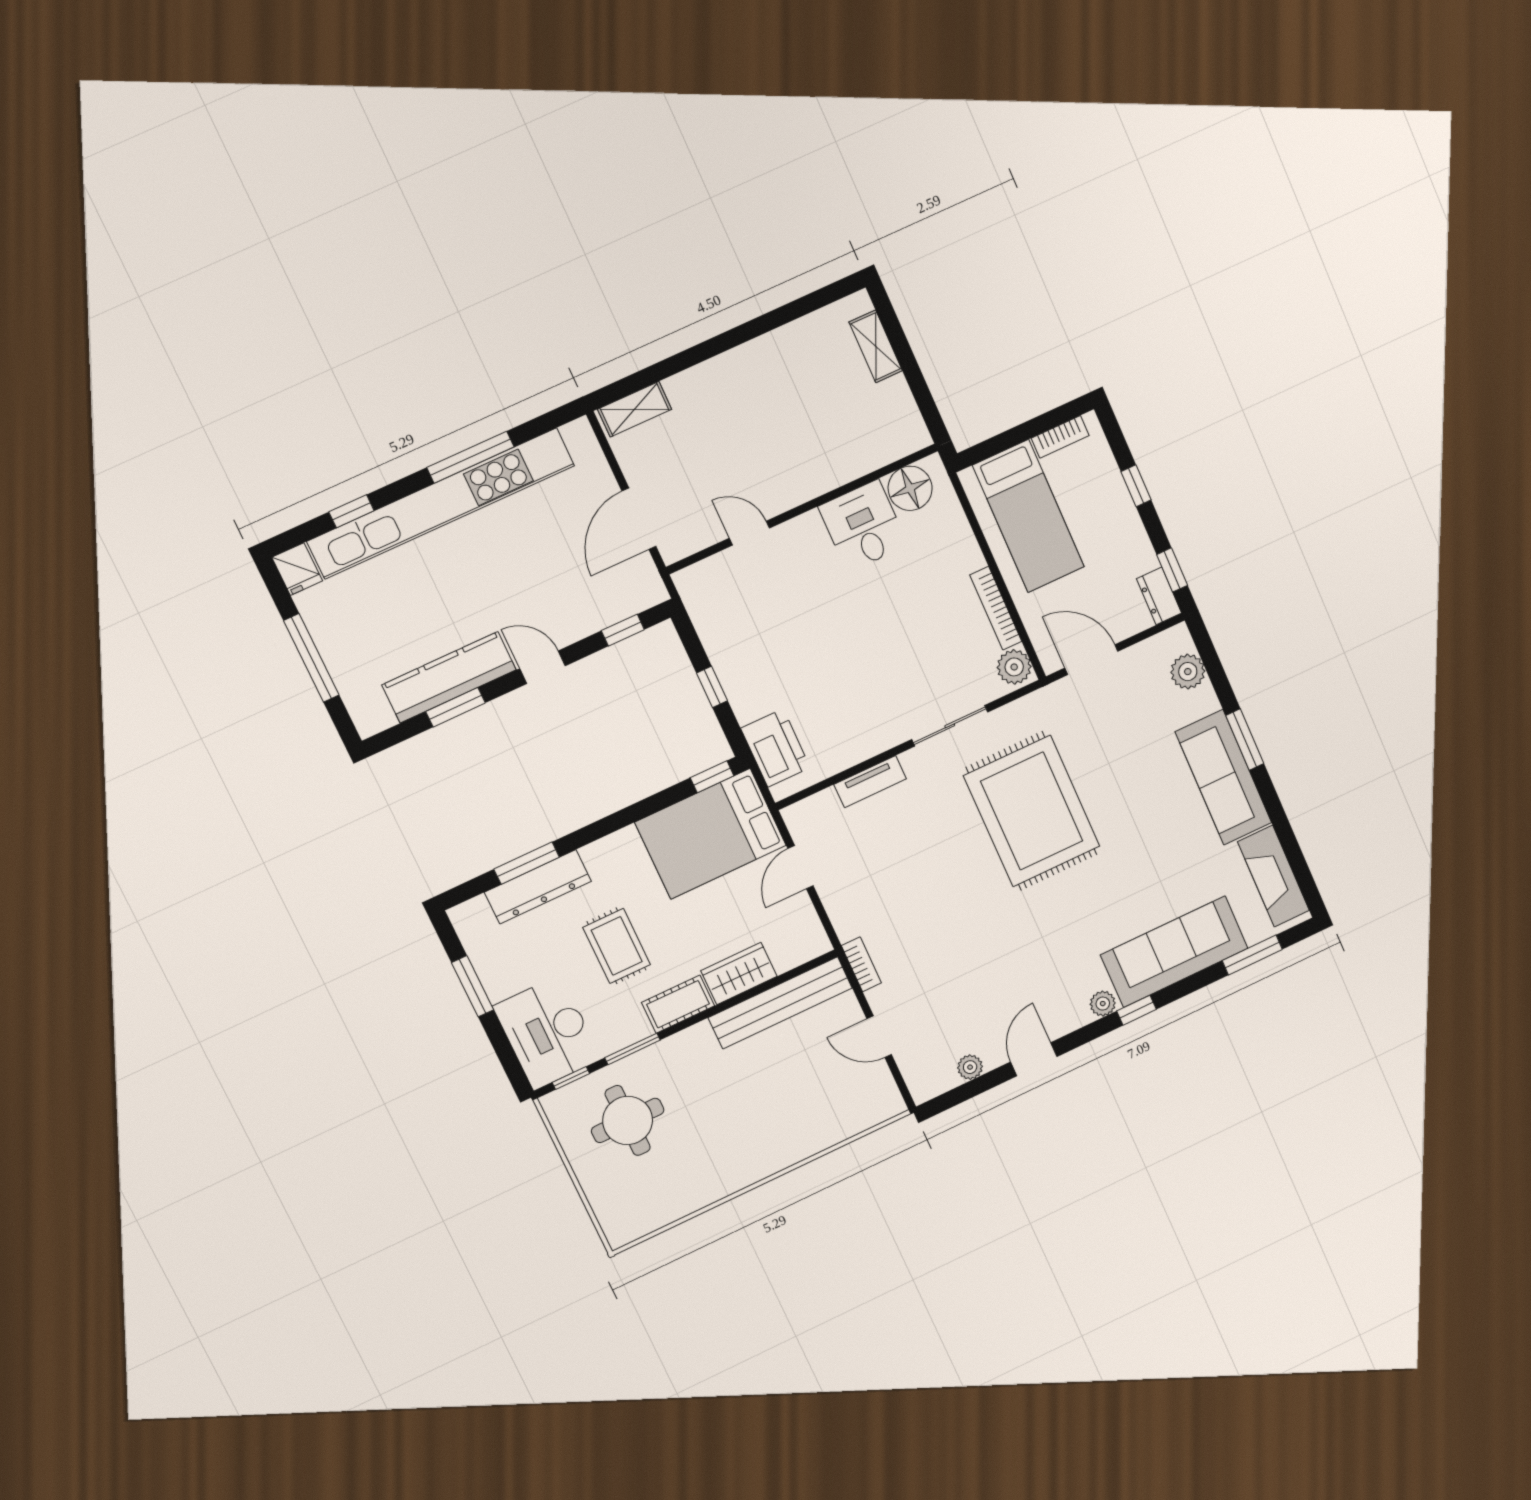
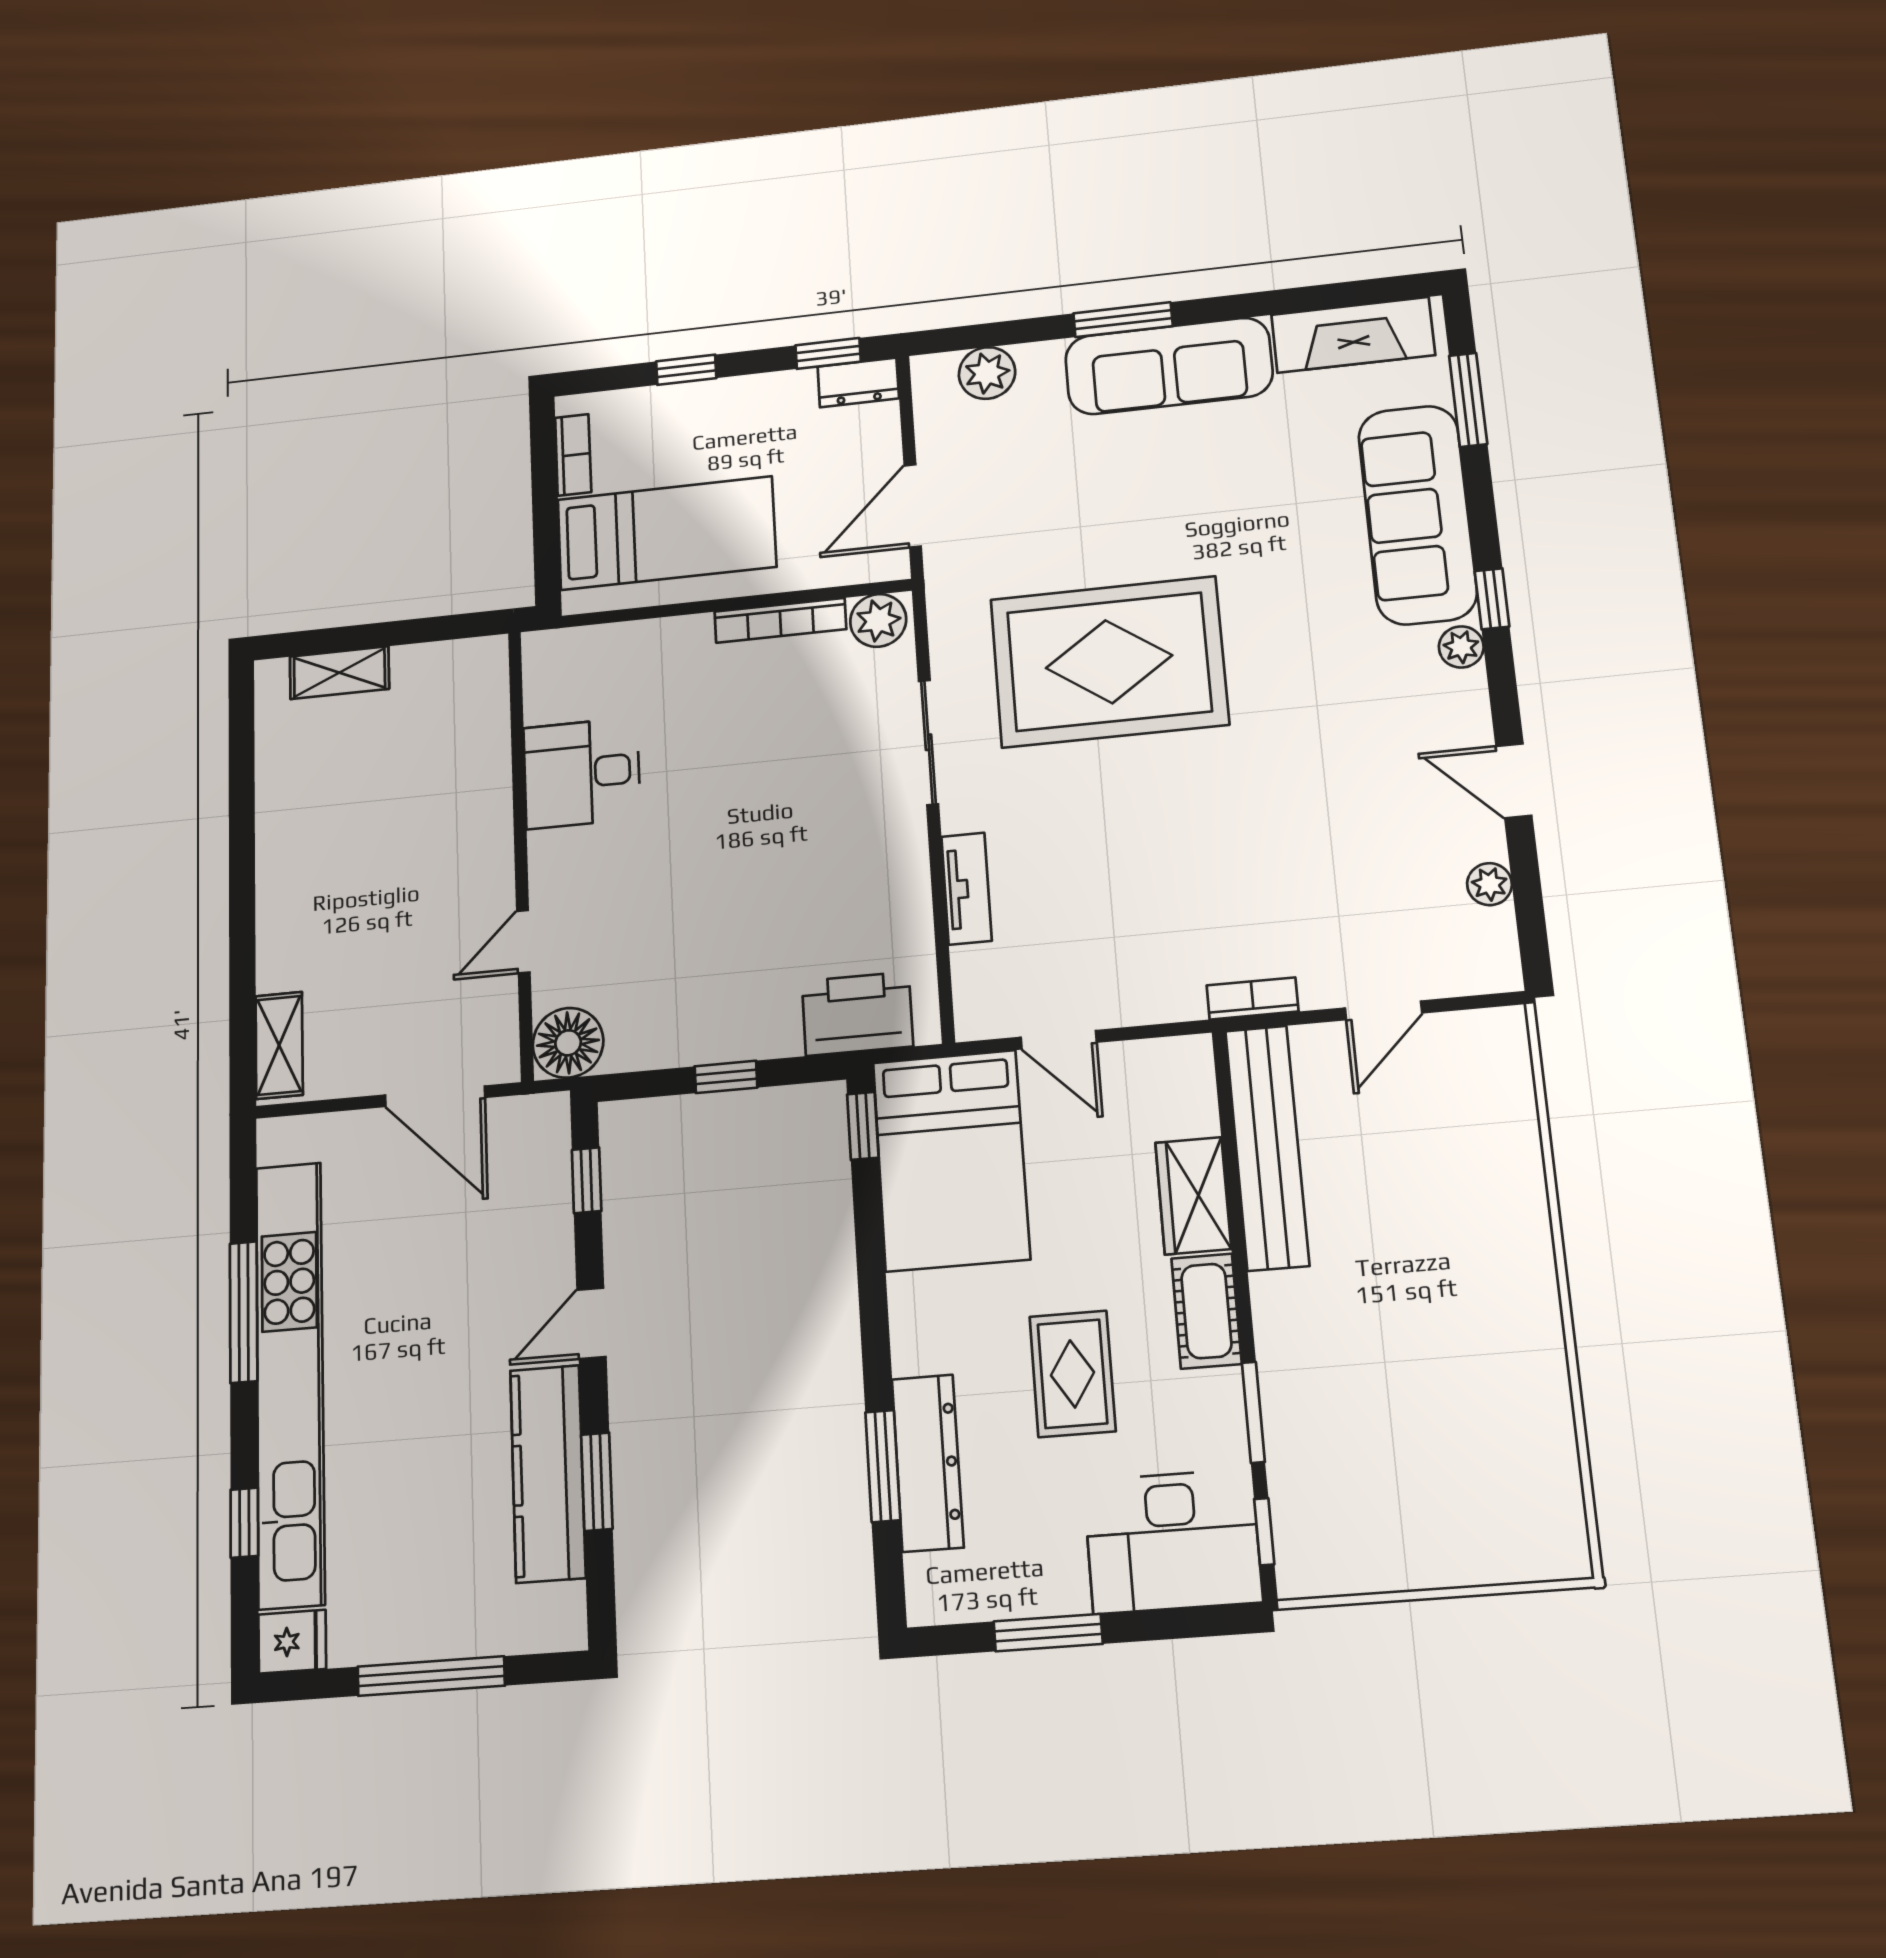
floor lamp: (910, 488) -> (568, 1043), moved
rug: (617, 946) -> (1072, 1374), turned 90
round table: (628, 1120) -> (1372, 1466), removed

